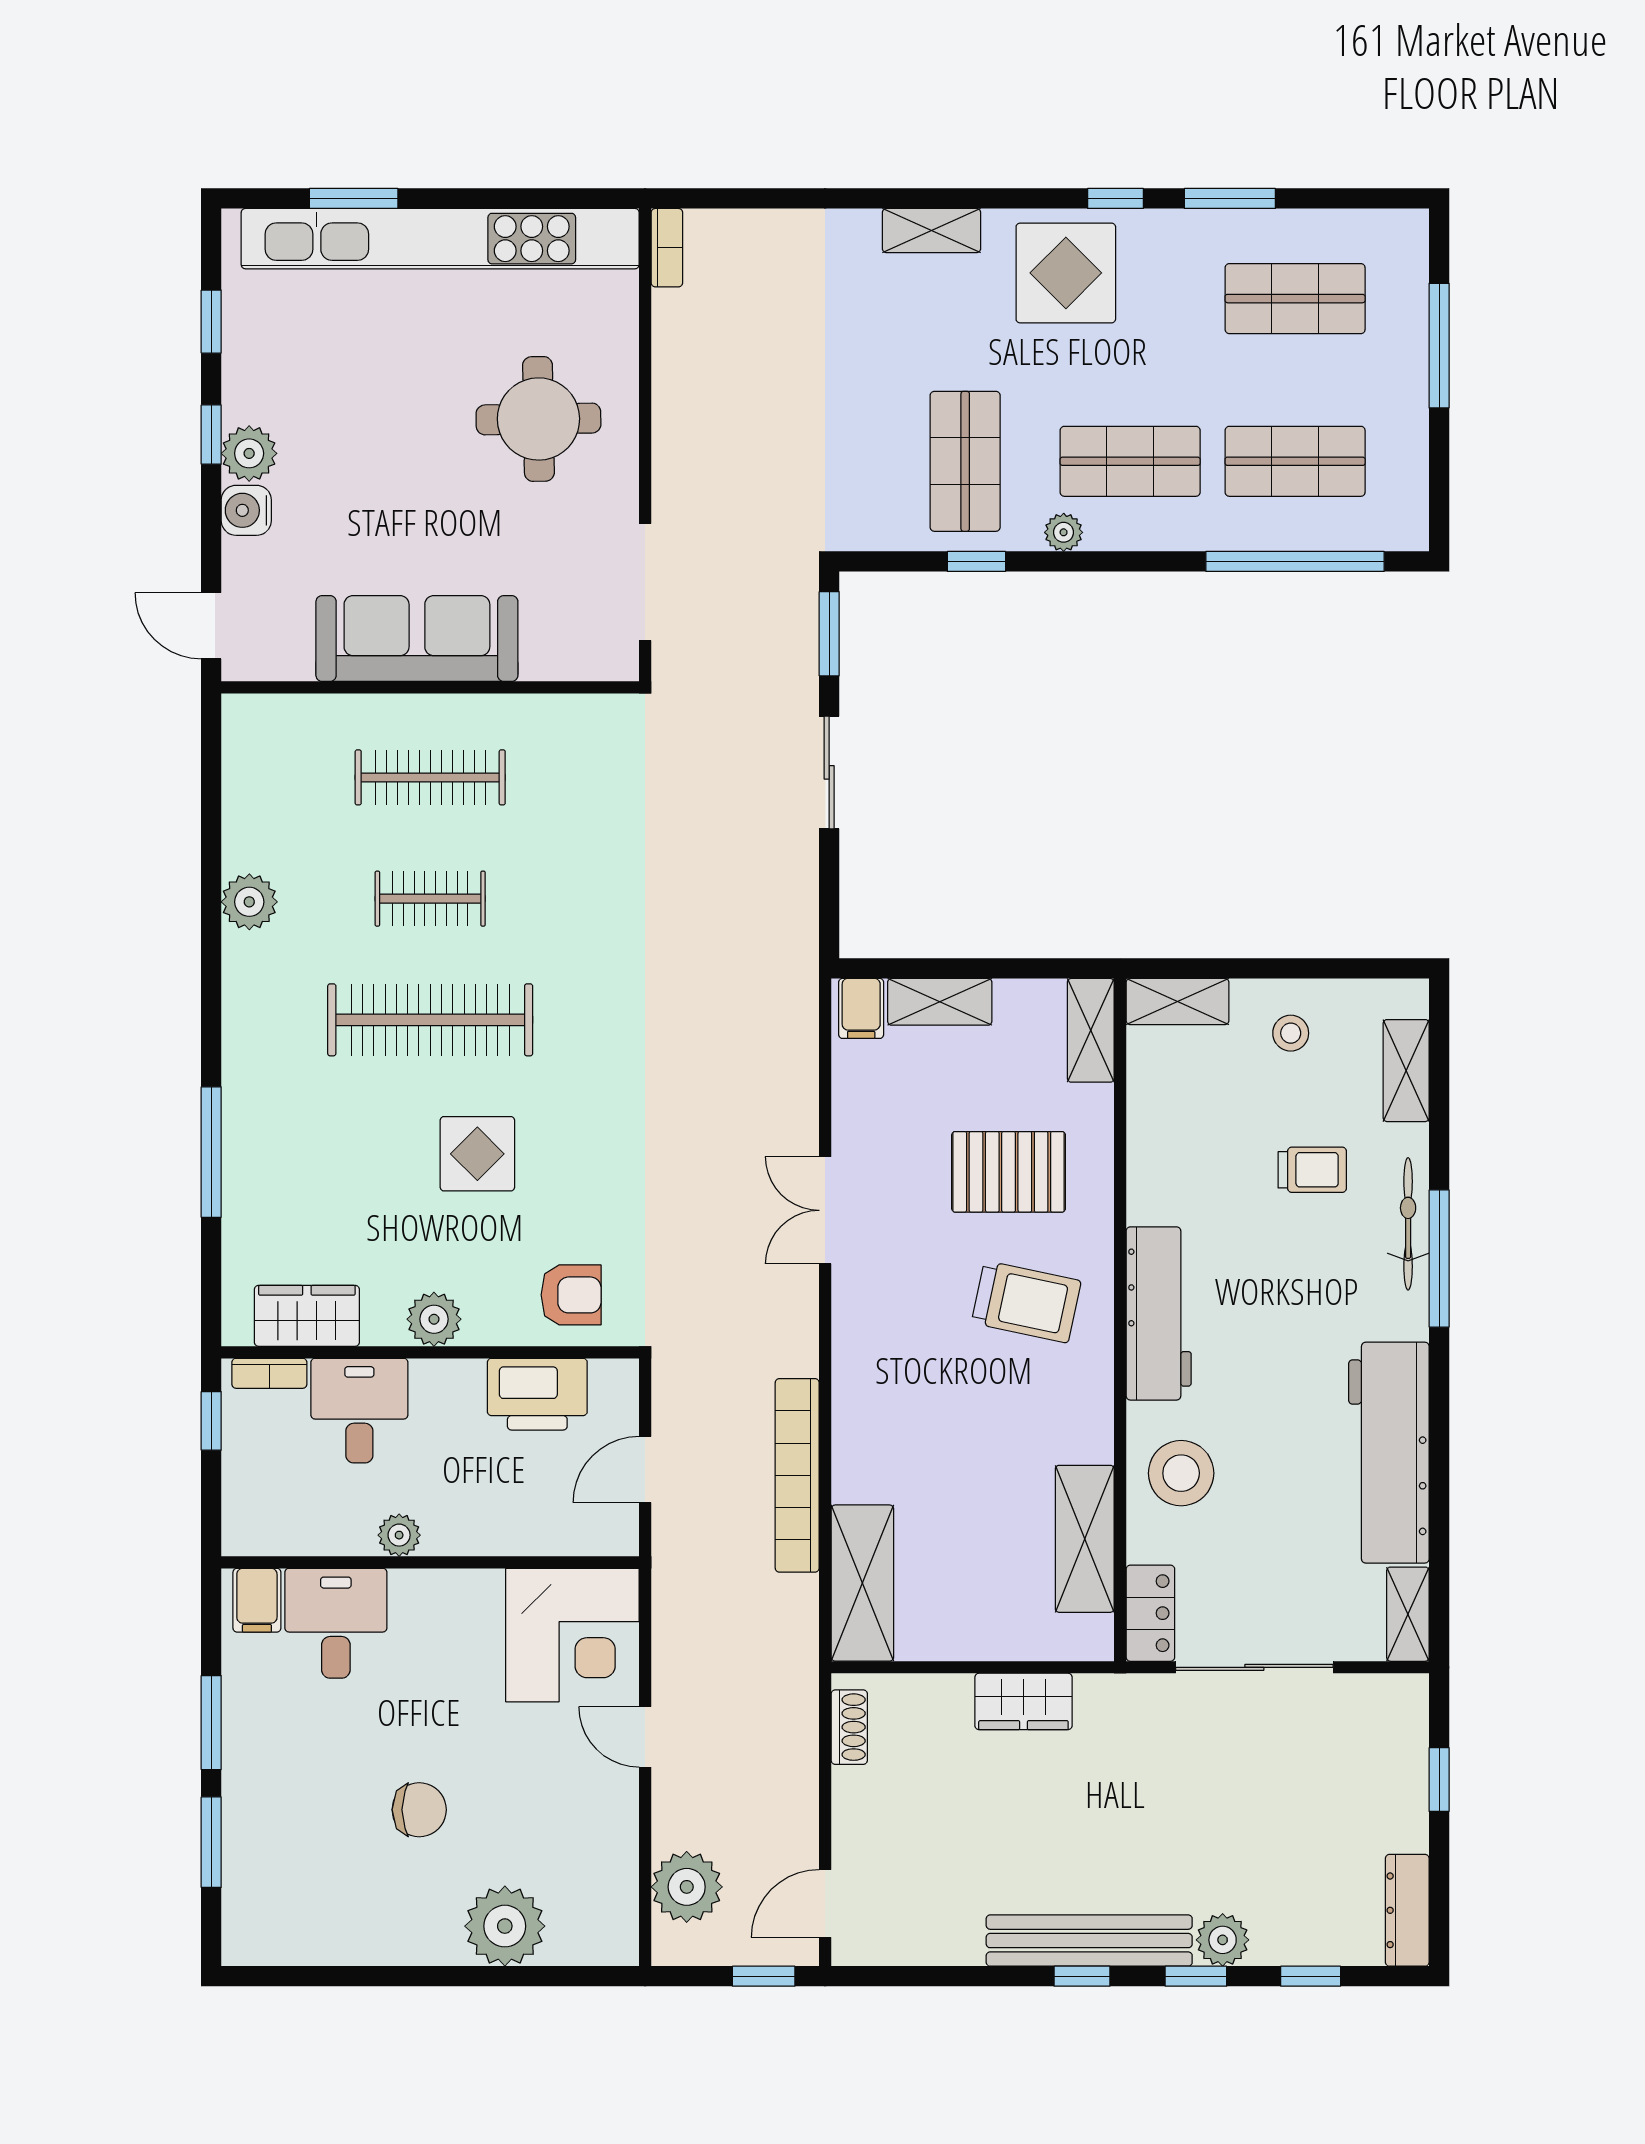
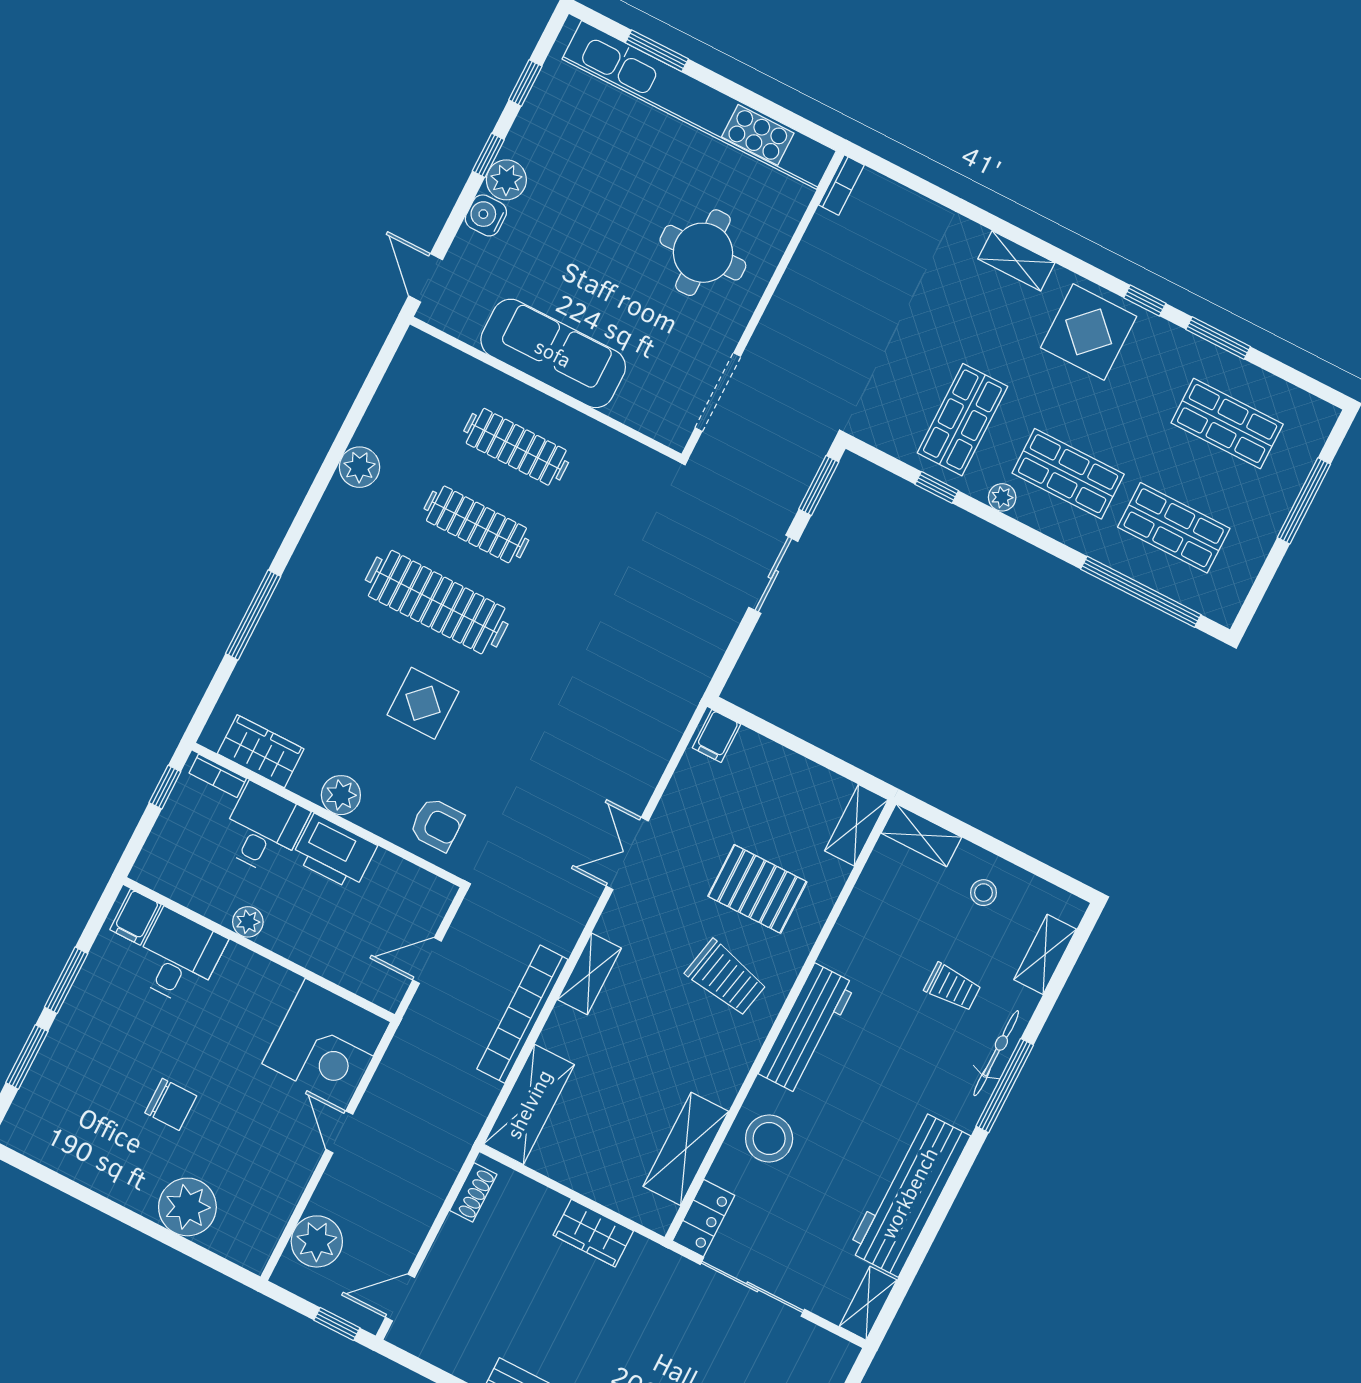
clothes rail: (430, 899) -> (476, 524), width x1.36
shelving: (940, 1002) -> (589, 974), moved, turned 90
printer: (537, 1394) -> (334, 852), moved

